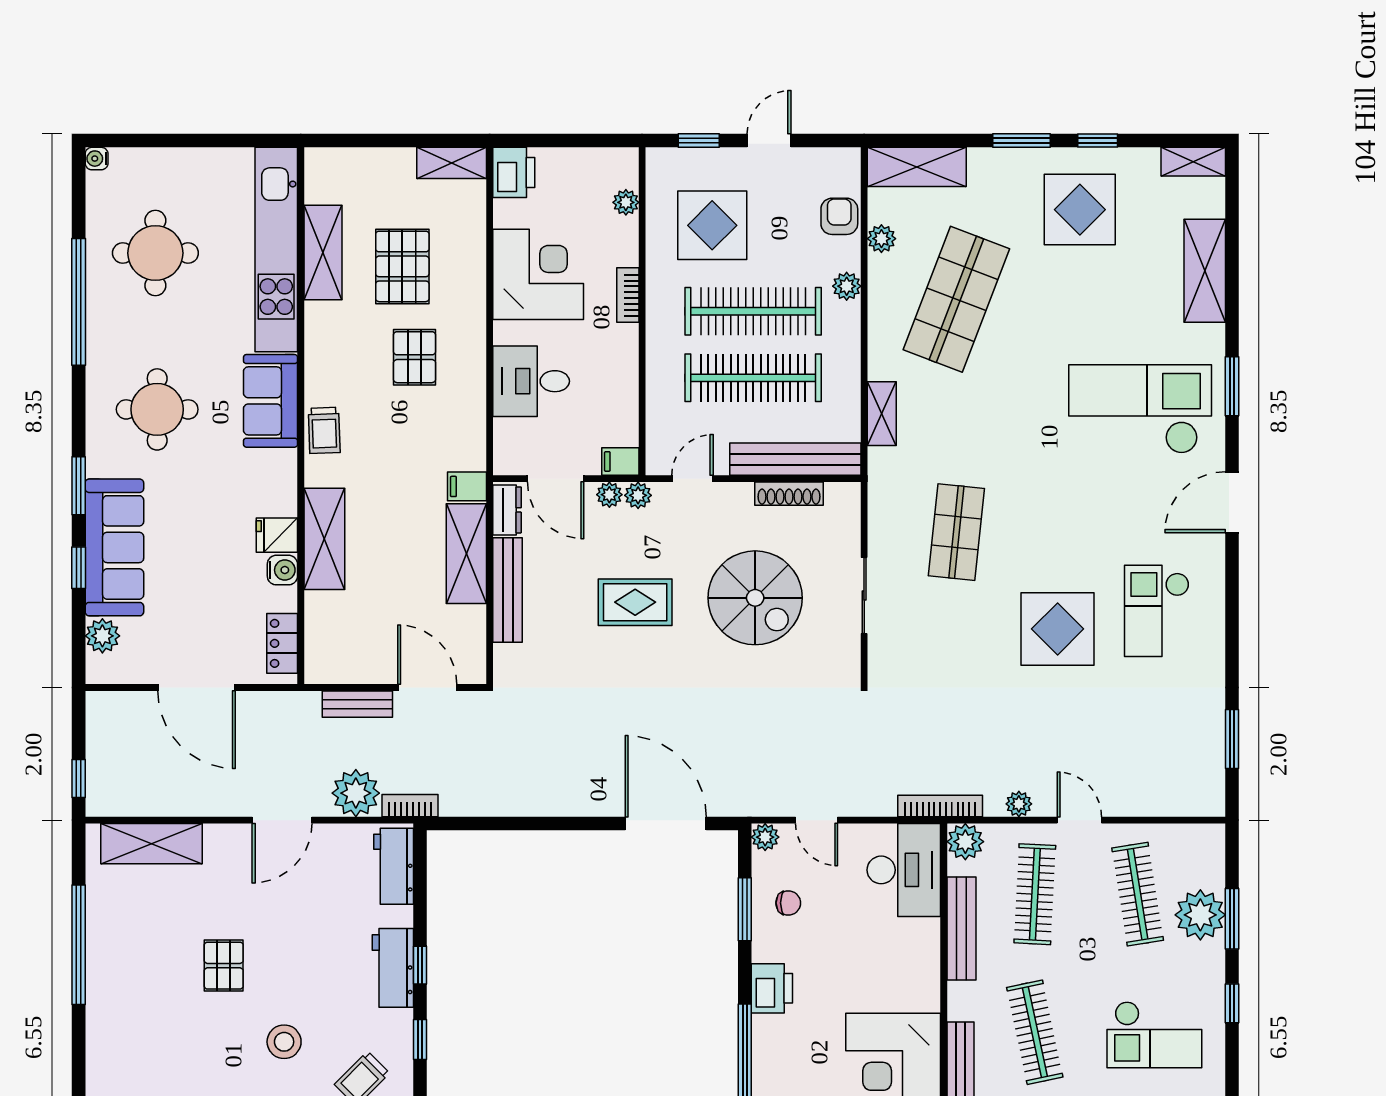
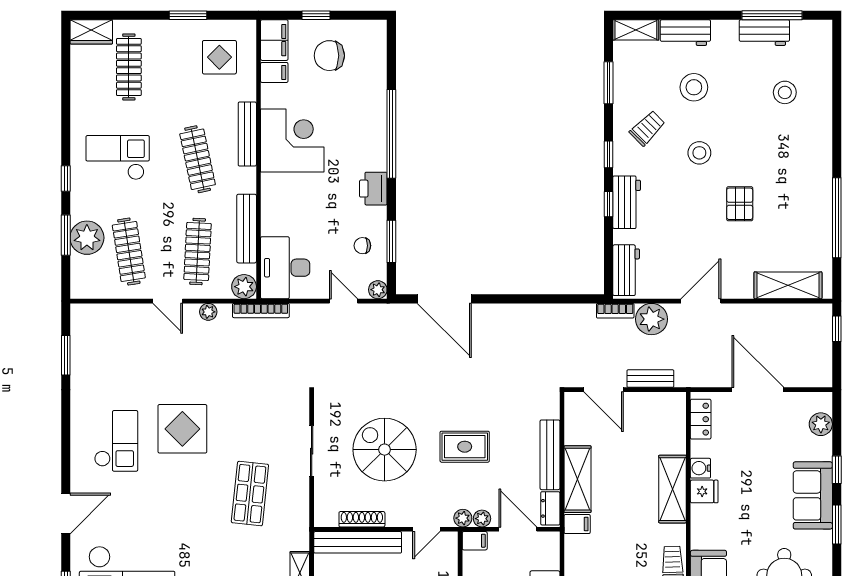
sofa: (114, 547) -> (813, 495), width x0.73

